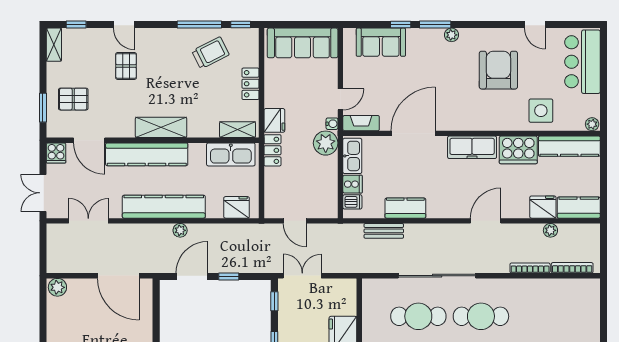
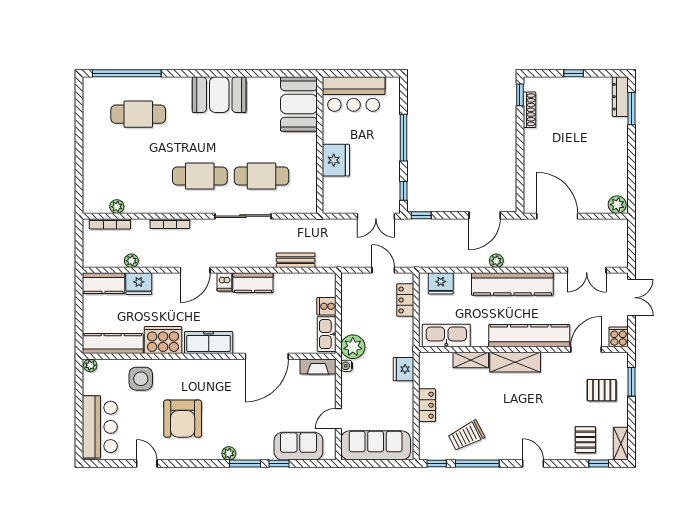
door: (124, 25) -> (533, 464), moved
pallet: (126, 66) -> (585, 440), moved
door: (340, 99) -> (338, 419), moved
shelving: (238, 130) -> (471, 360), moved
door: (89, 140) -> (586, 350), hinge flipped
locker: (272, 150) -> (405, 300), moved
dishwasher: (352, 202) -> (224, 282), moved, turned -90
kitchen counter: (405, 208) -> (253, 283), moved
bookcase: (530, 268) -> (170, 224), moved
sliding door: (437, 276) -> (243, 216), width x0.73
window: (229, 277) -> (421, 215), moved
plant: (565, 285) -> (117, 207), added

